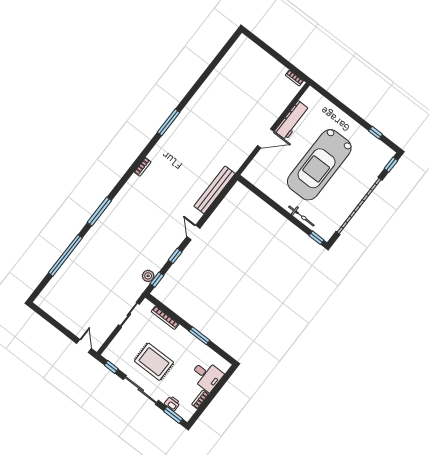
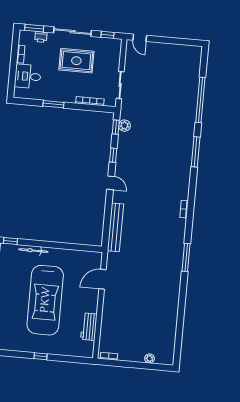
plant: (259, 53) -> (150, 359), added
workbench: (292, 120) -> (89, 327), width x0.73
window: (376, 133) -> (41, 356), moved
door: (266, 138) -> (102, 279), moved
car: (319, 165) -> (45, 300), turned 180

